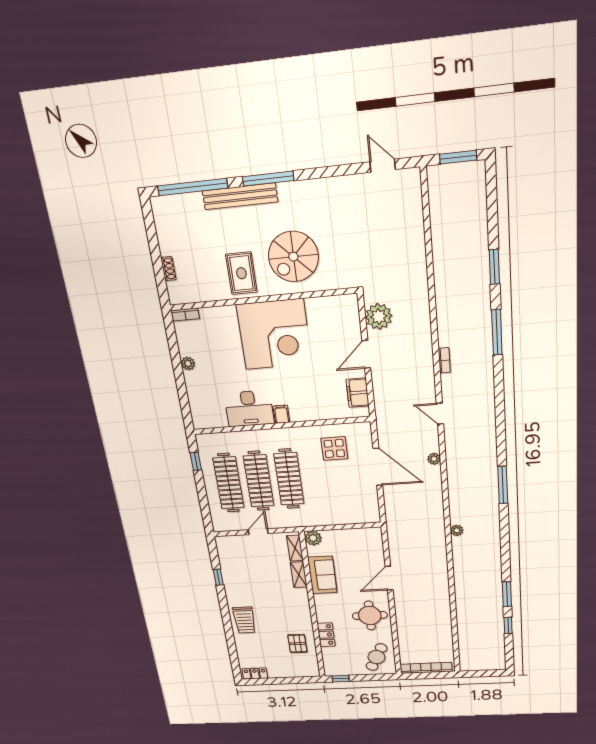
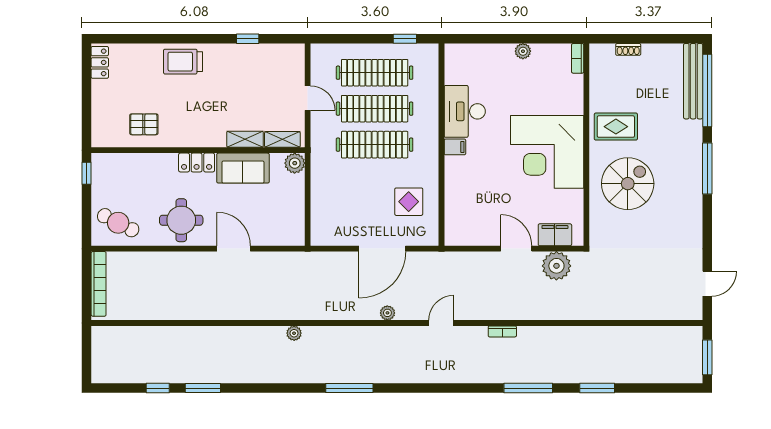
bench: (240, 196) -> (693, 81), moved
spiral stairs: (293, 257) -> (628, 184), turned 90
filing cabinet: (358, 393) -> (555, 235), moved
locker: (326, 635) -> (197, 162), moved

